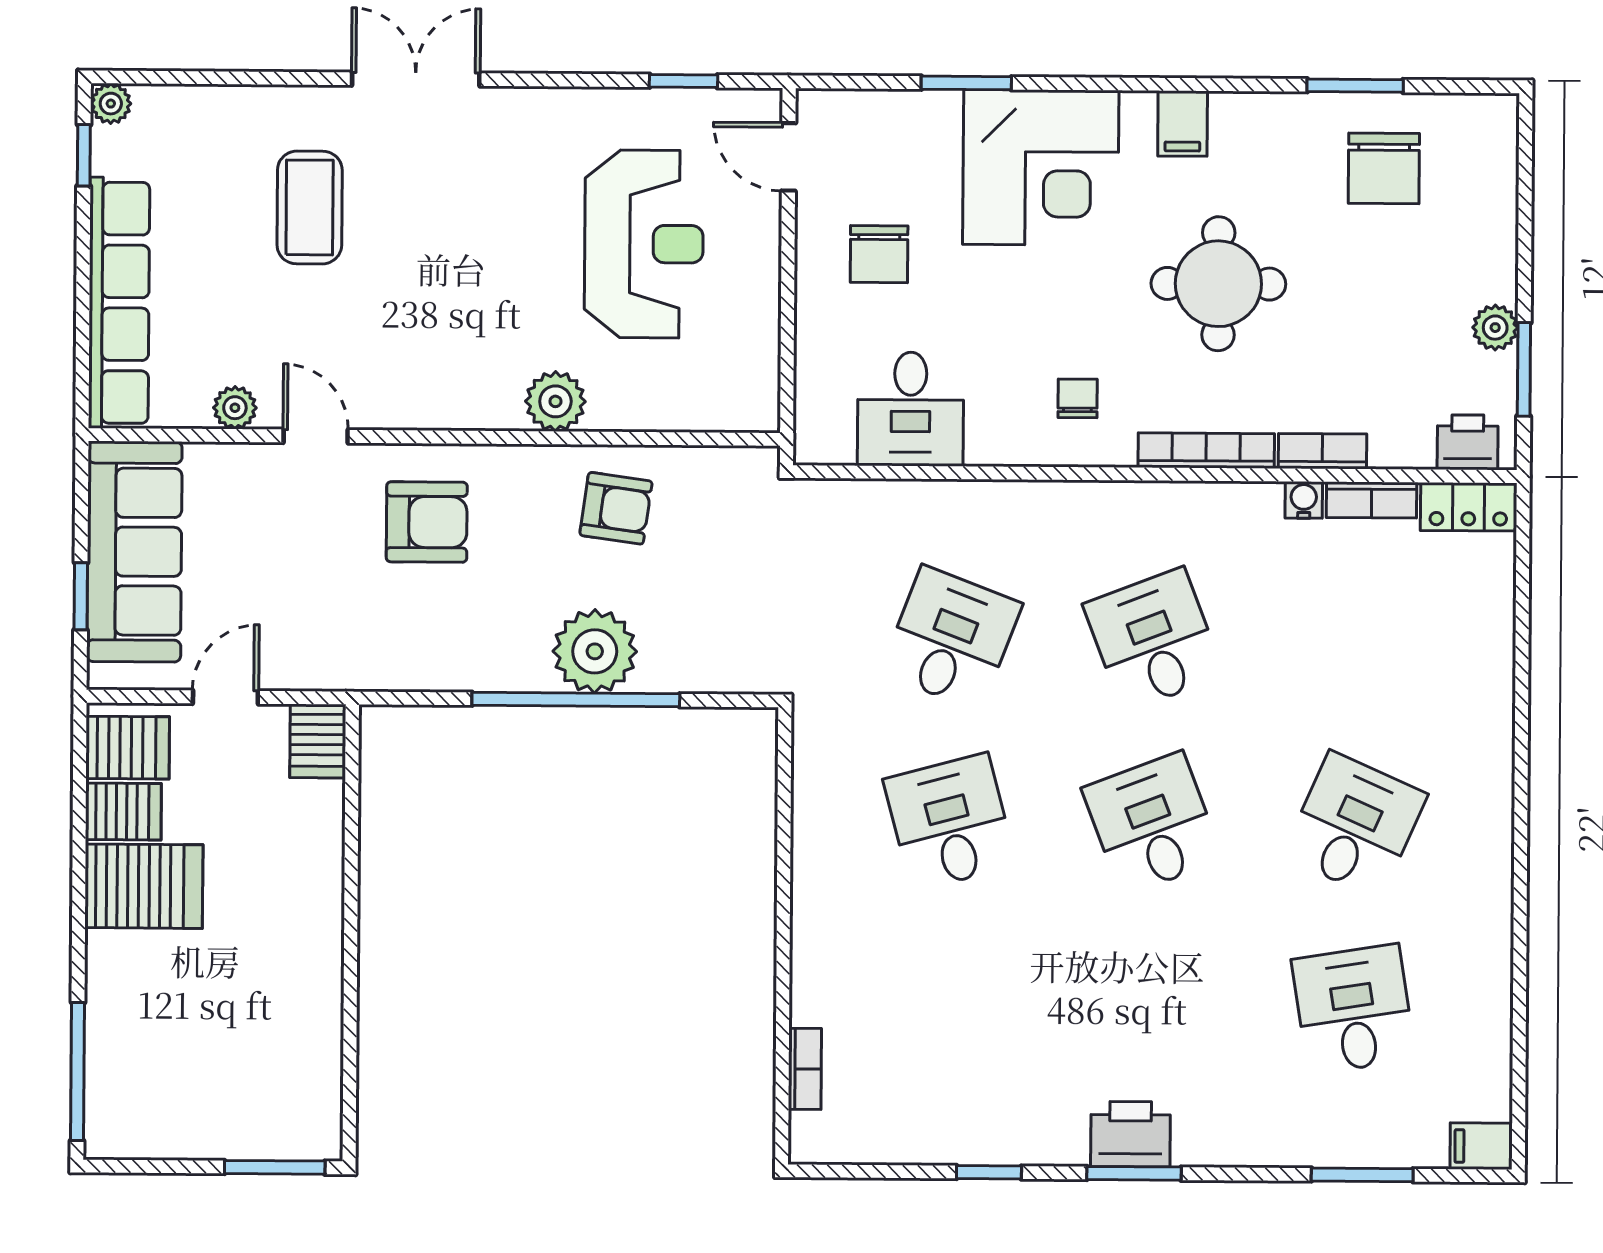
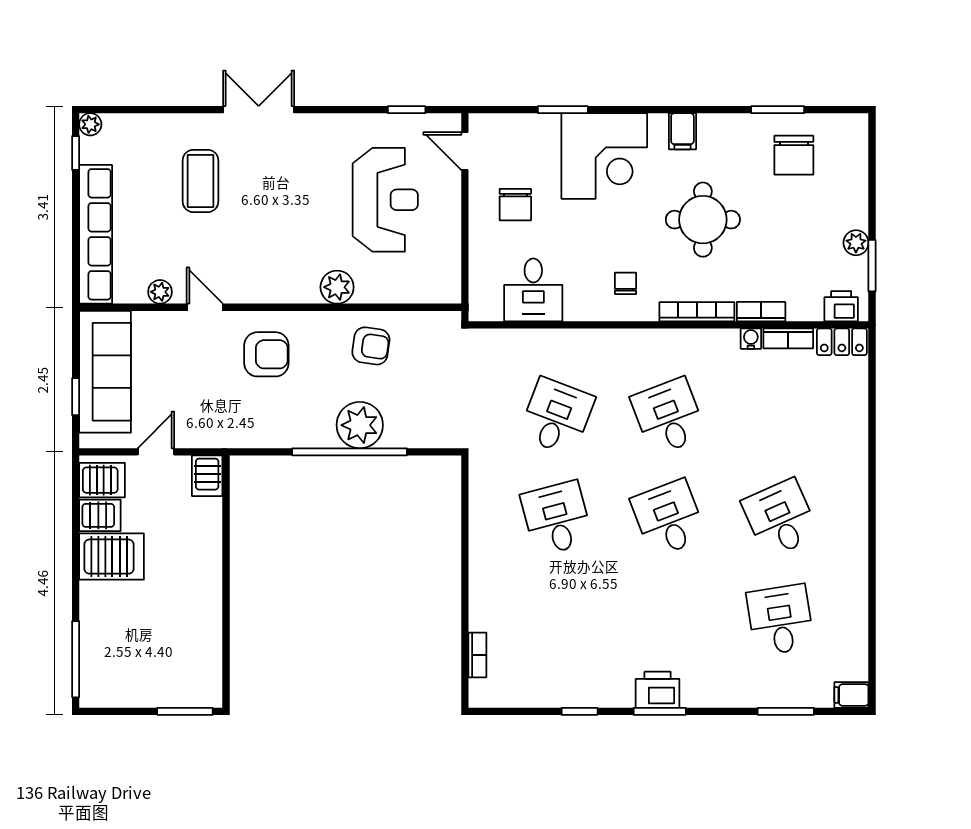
desk: (1355, 825) -> (780, 518), turned -48

